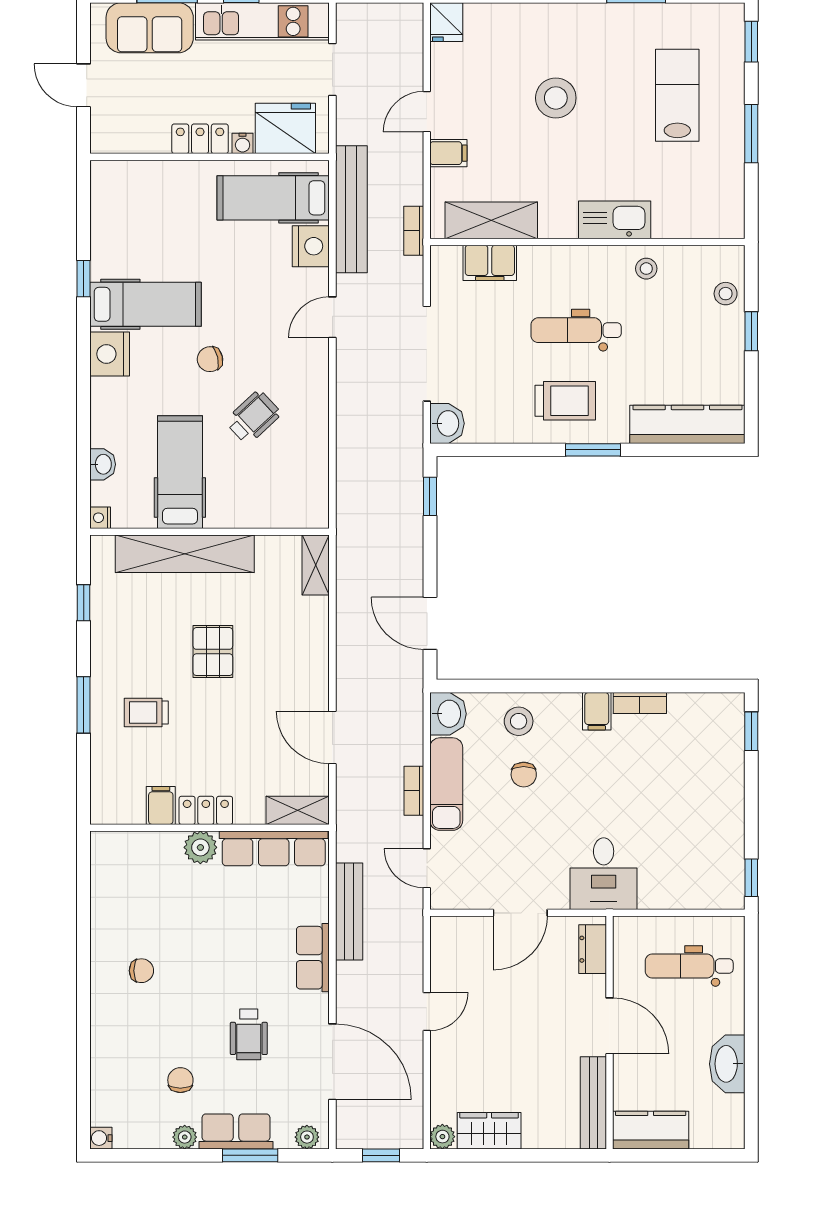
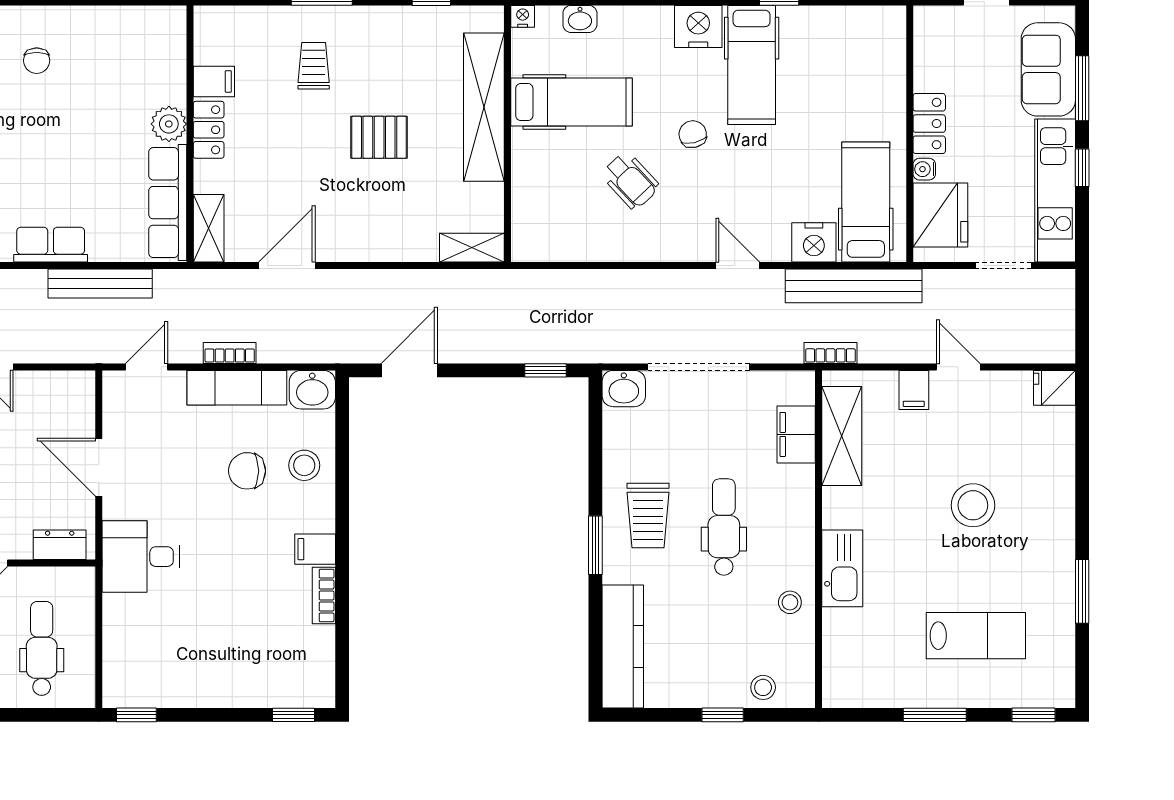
chair: (524, 775) -> (247, 471), width x1.37, depth x1.37

